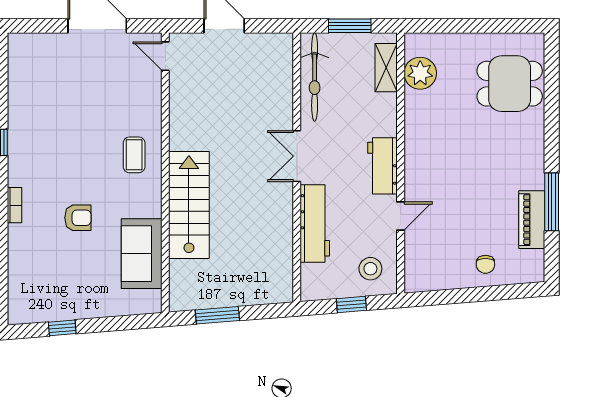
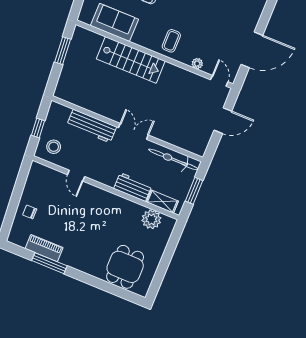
door: (165, 56) -> (219, 81), hinge flipped
plant: (153, 101) -> (197, 64), added
coffee table: (134, 155) -> (171, 41), turned 90
workbench: (382, 166) -> (133, 187), moved

